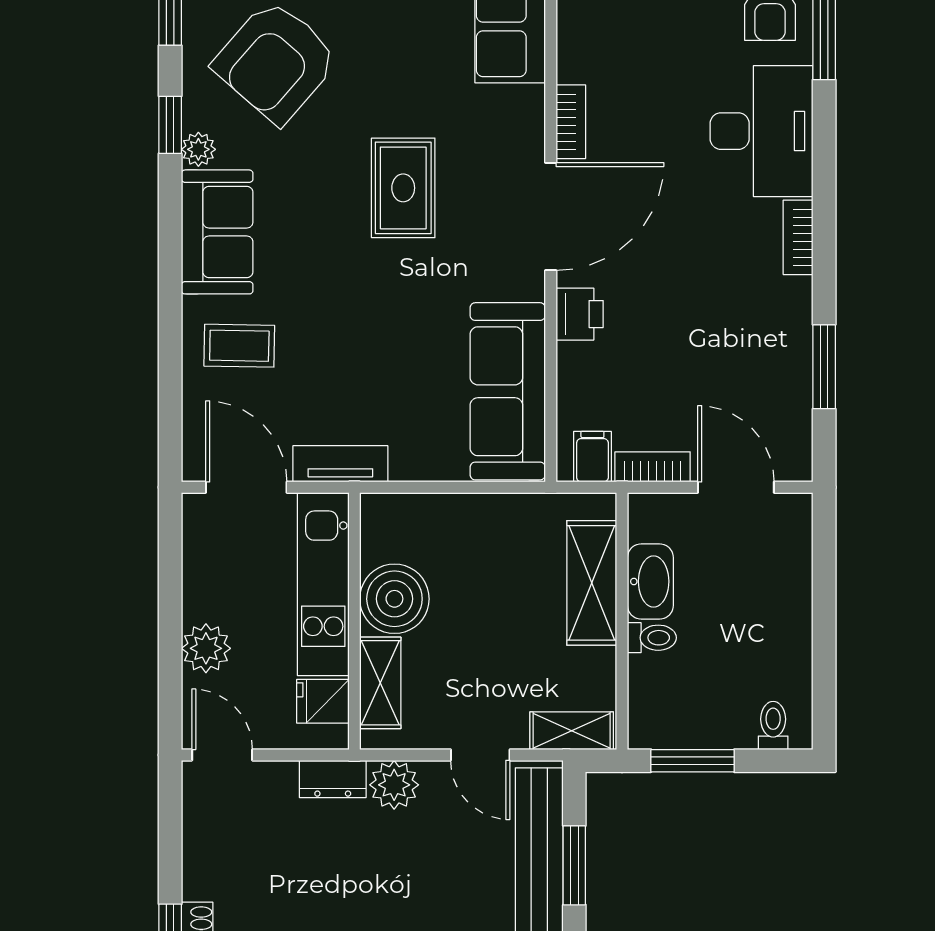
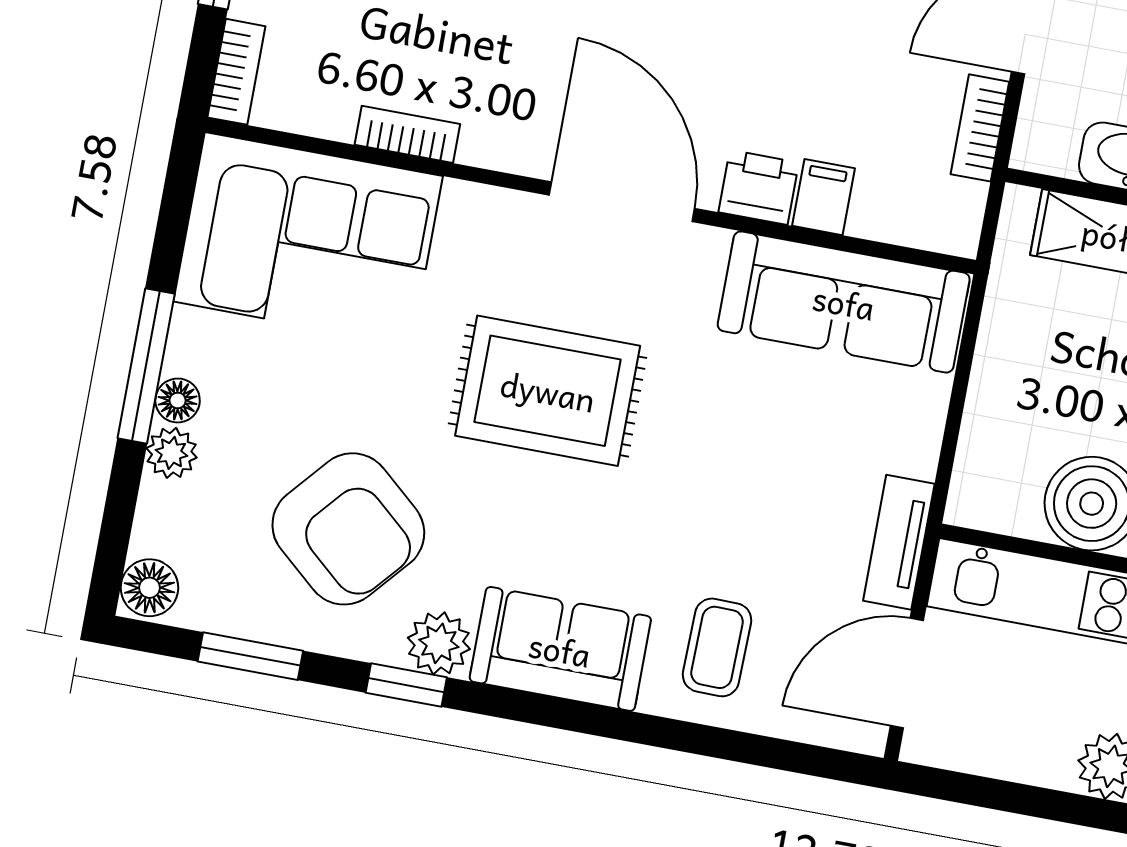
bookcase: (571, 122) -> (407, 134), moved
plant: (198, 149) -> (439, 643), width x1.38, depth x1.38
rug: (403, 188) -> (548, 391), width x1.36, depth x1.43
filing cabinet: (592, 457) -> (824, 197), moved, turned 90

